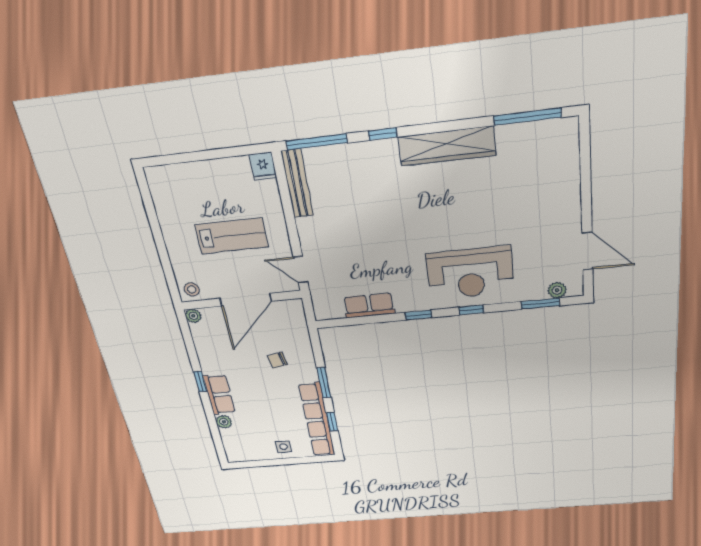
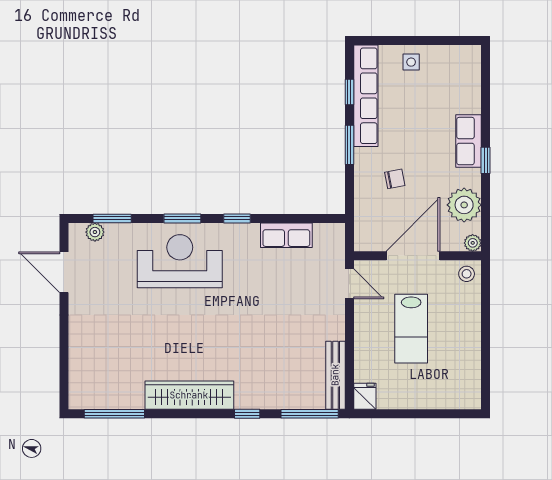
lab bench: (232, 236) -> (411, 329), turned -90
window: (471, 310) -> (182, 218), width x1.50
plant: (224, 422) -> (464, 205), moved, width x1.87, depth x1.87

